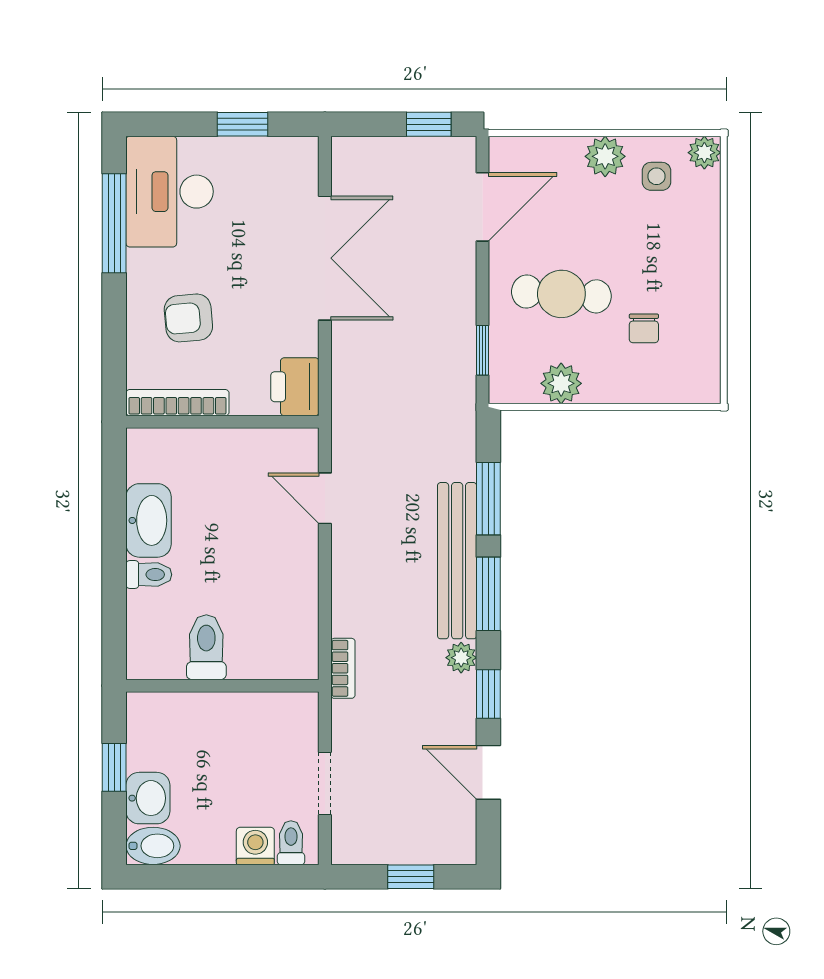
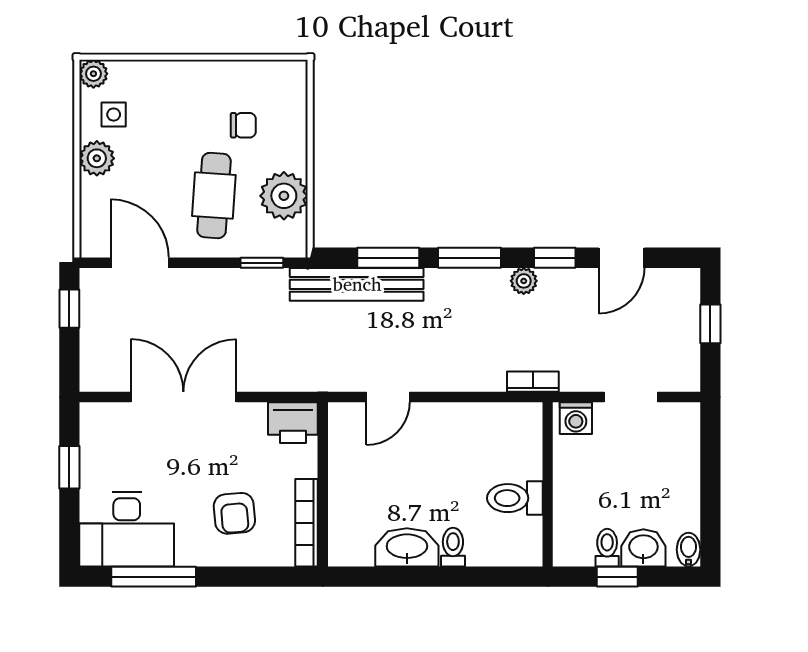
plant: (561, 383) -> (284, 196), width x1.36, depth x1.36
bench: (457, 561) -> (357, 284), moved
toilet: (291, 843) -> (607, 548), moved, turned 90
bidet: (153, 846) -> (689, 550), width x0.72, depth x0.74
washing machine: (255, 846) -> (576, 418), moved, turned -90

